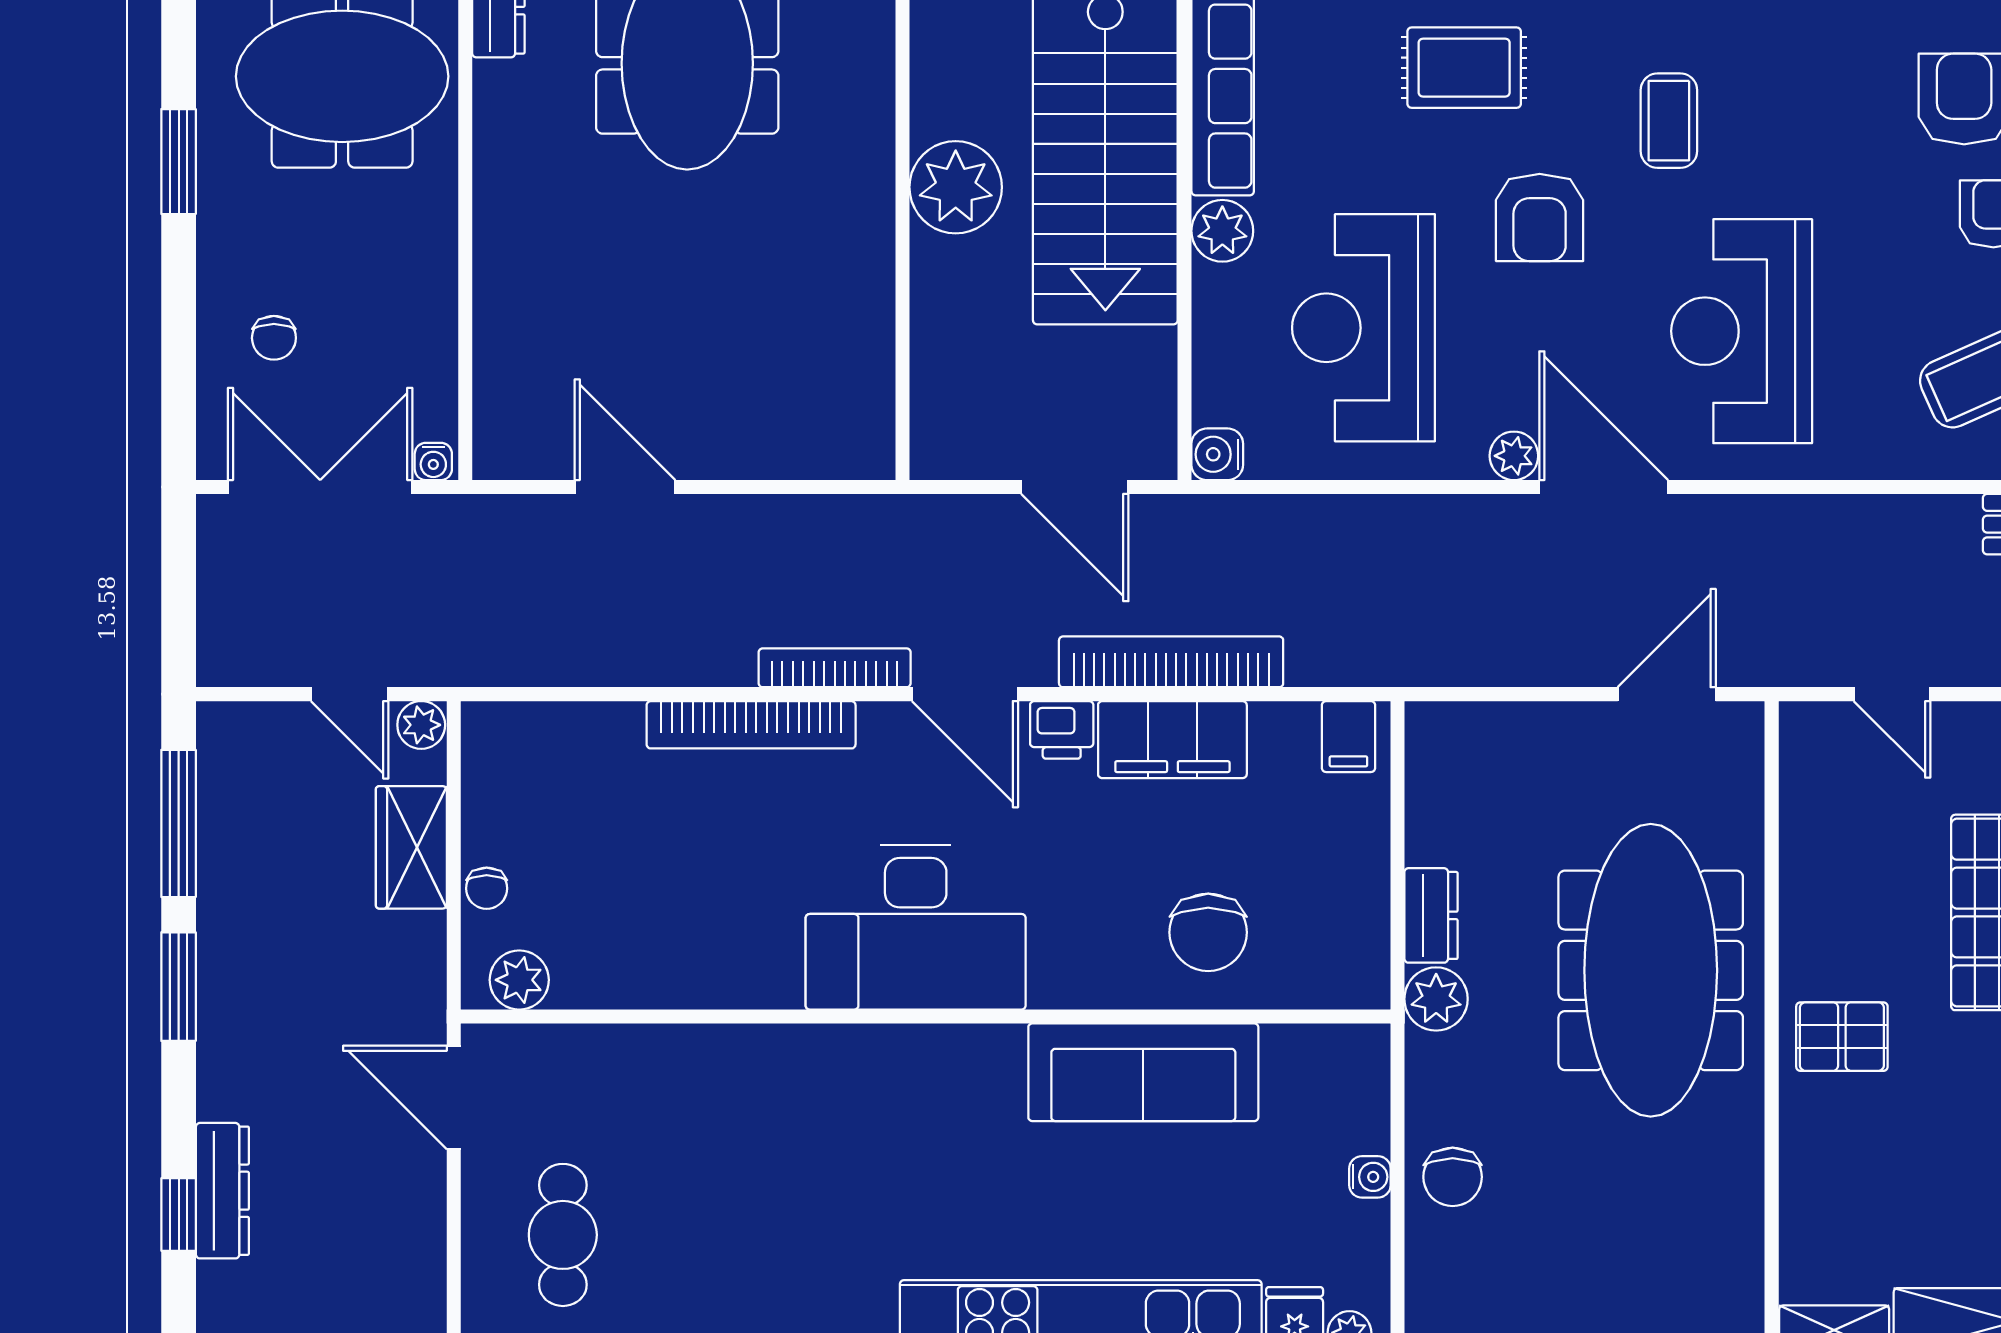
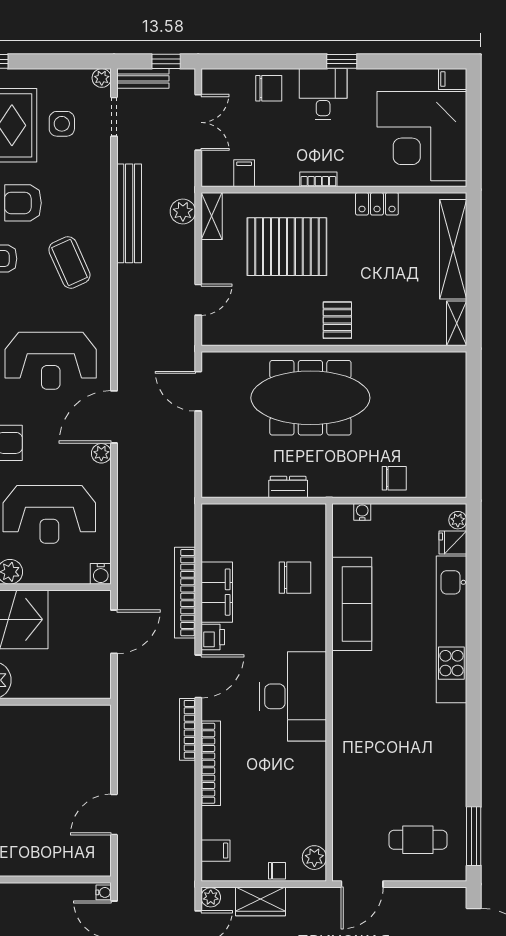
filing cabinet: (1348, 737) -> (215, 851), moved
plant: (1436, 999) -> (322, 485), removed
water cooler: (1370, 1177) -> (362, 512), moved

